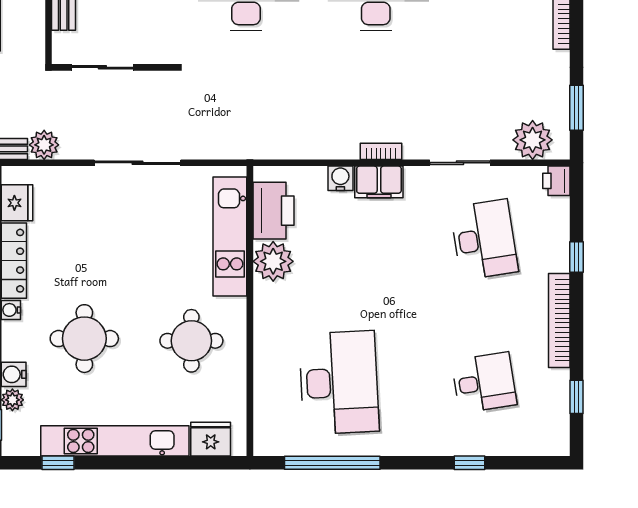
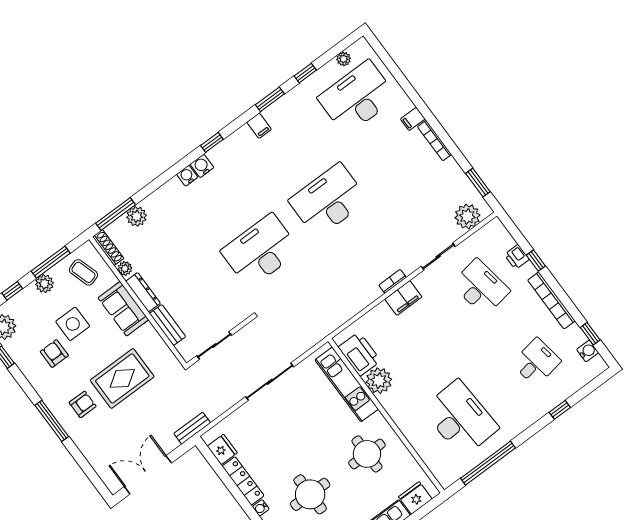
plant: (44, 145) -> (214, 409), removed
water cooler: (340, 178) -> (588, 351), moved, turned 90
printer: (556, 181) -> (517, 257), moved

